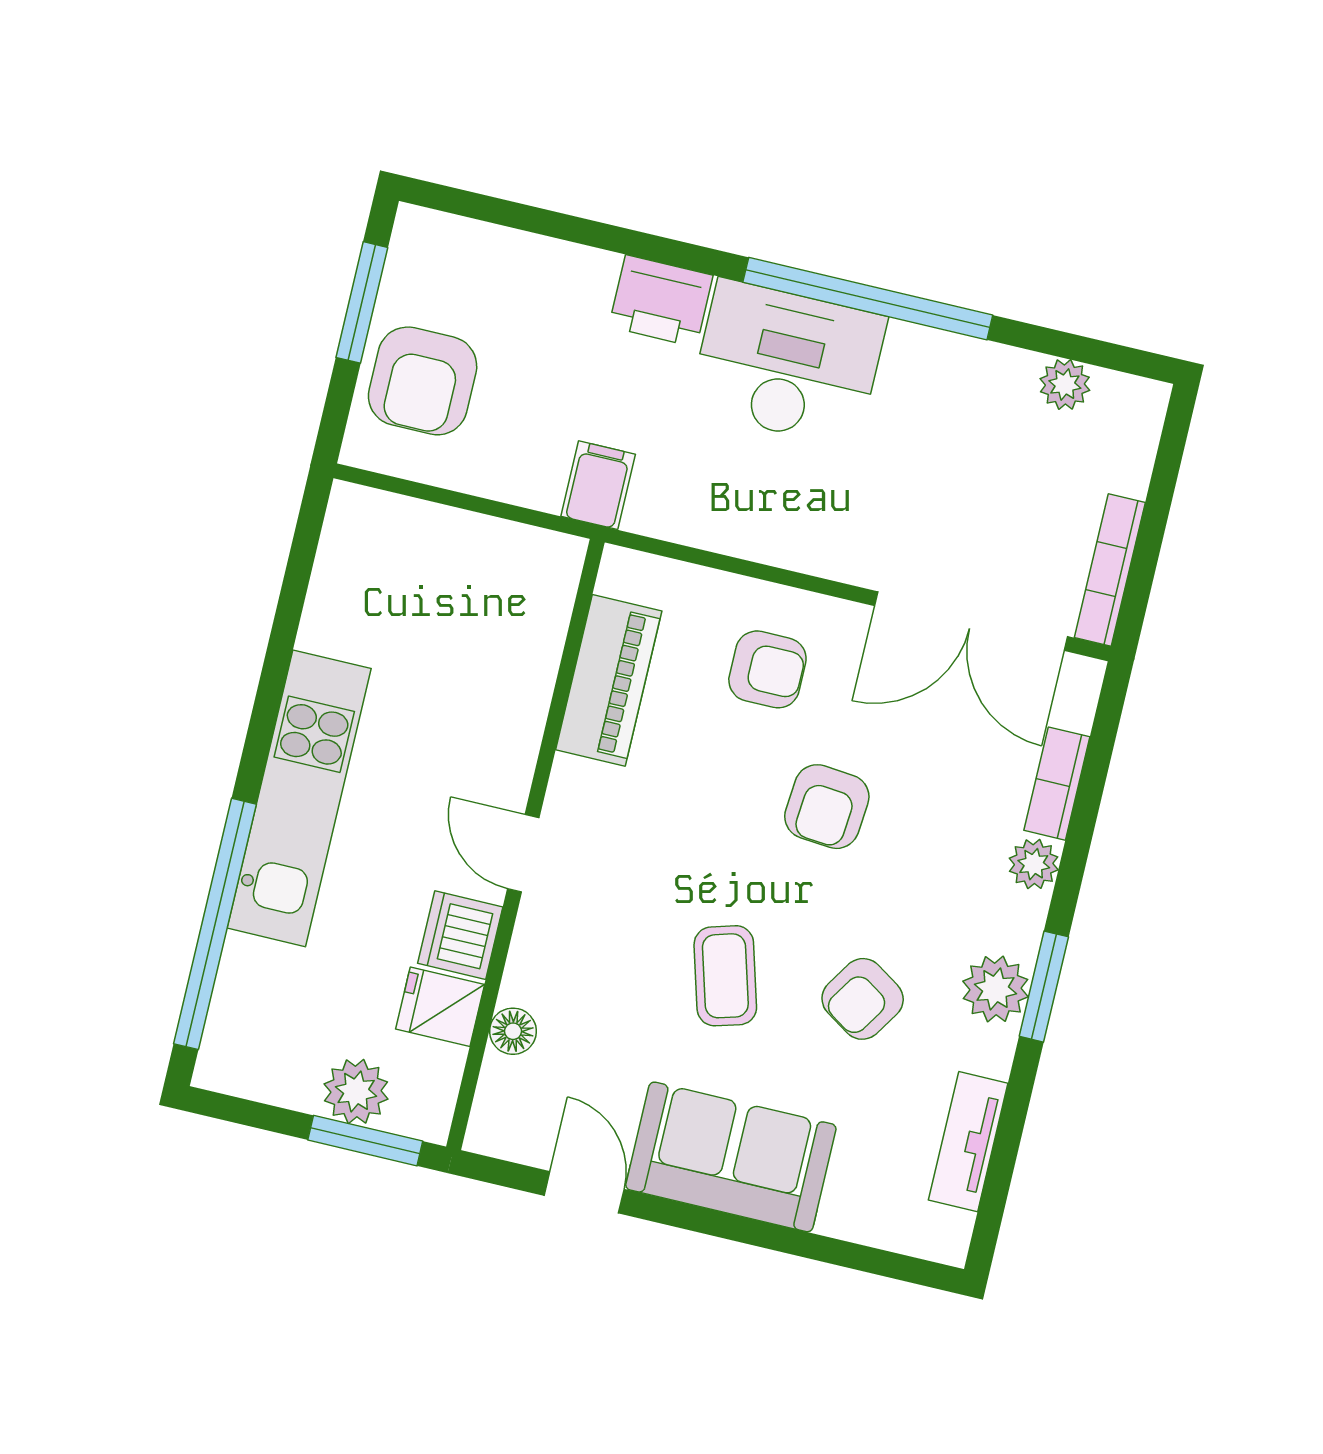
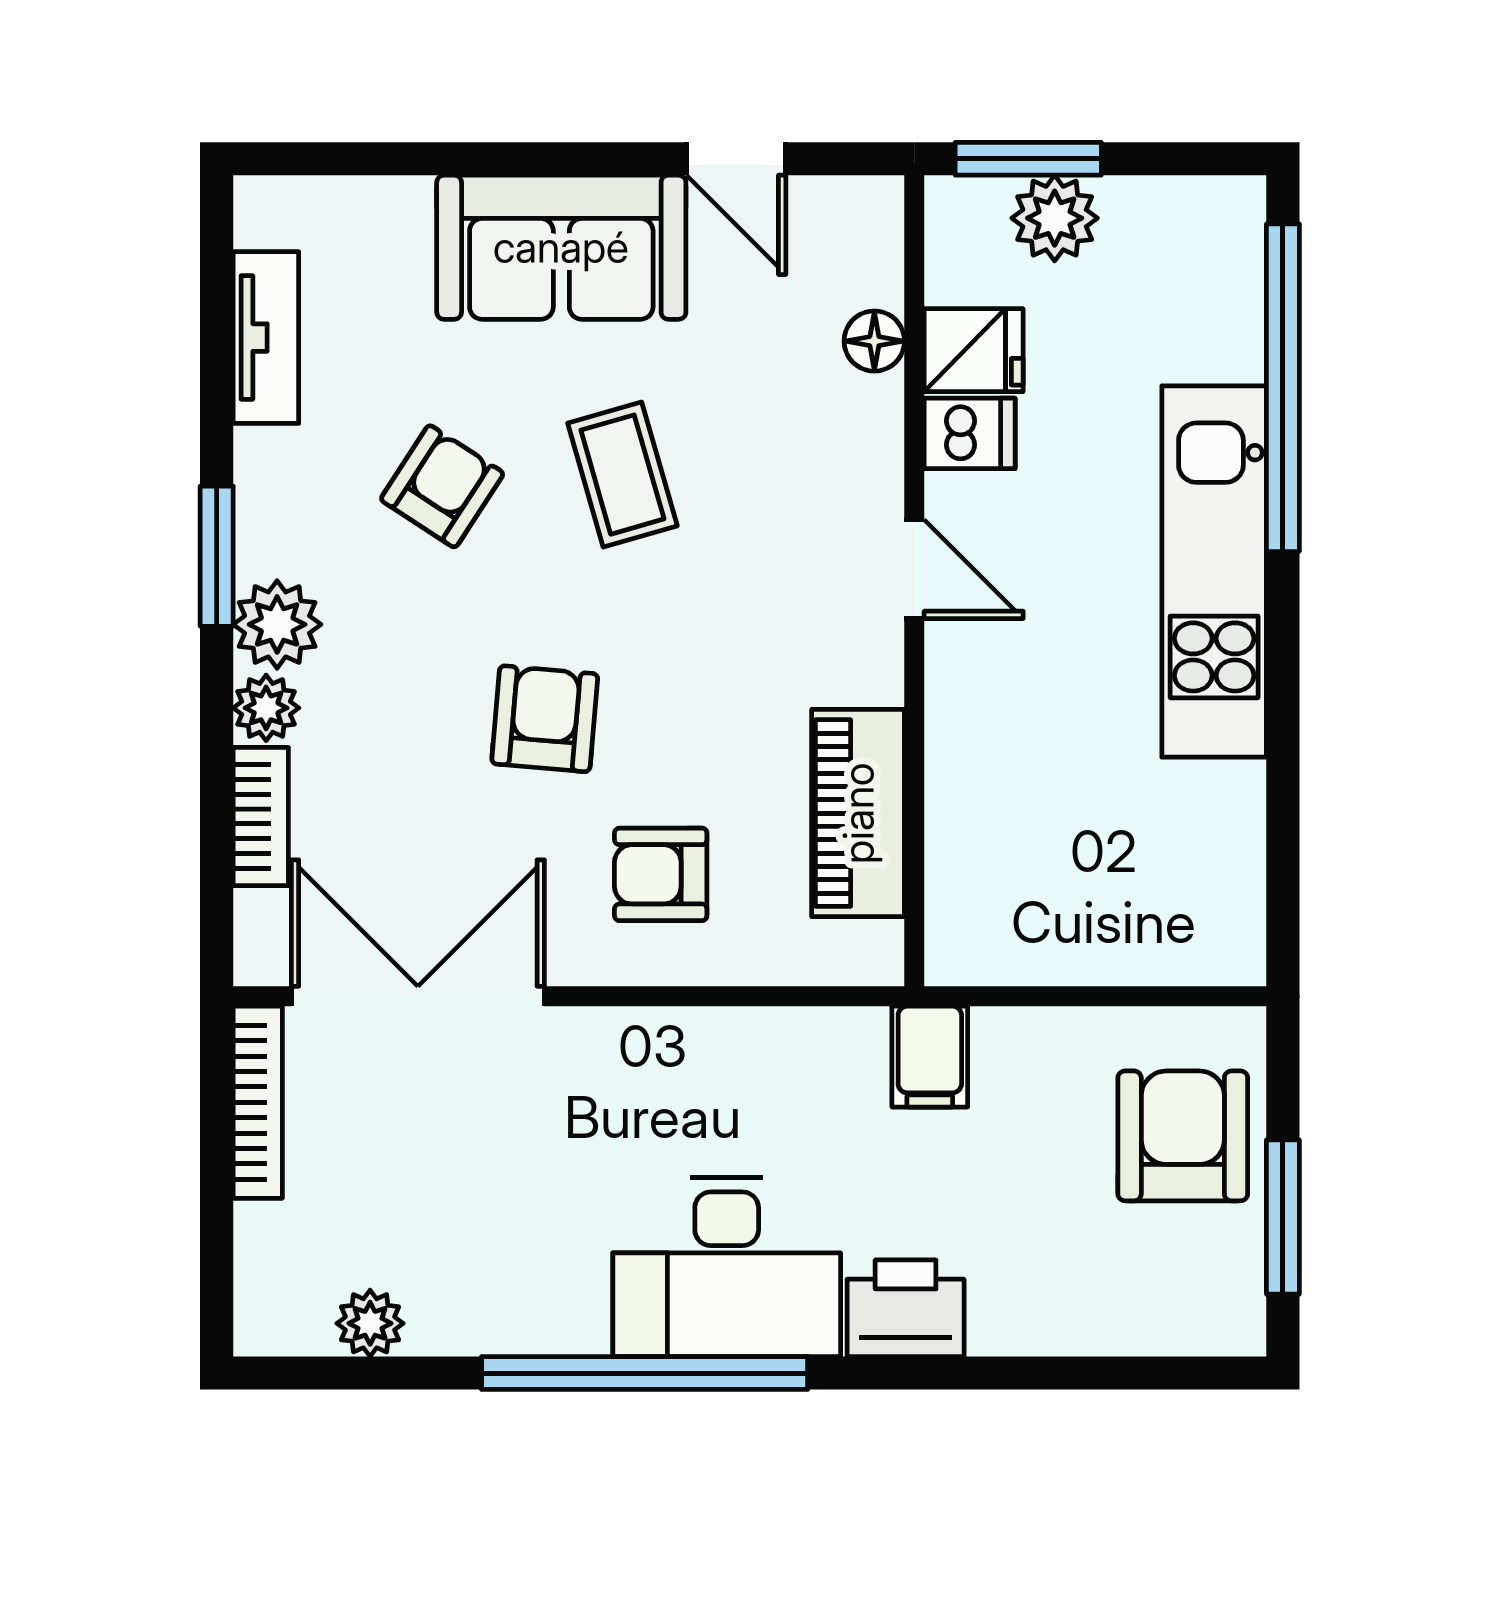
dishwasher: (460, 935) -> (970, 433), width x0.73
plant: (995, 989) -> (277, 624), moved

